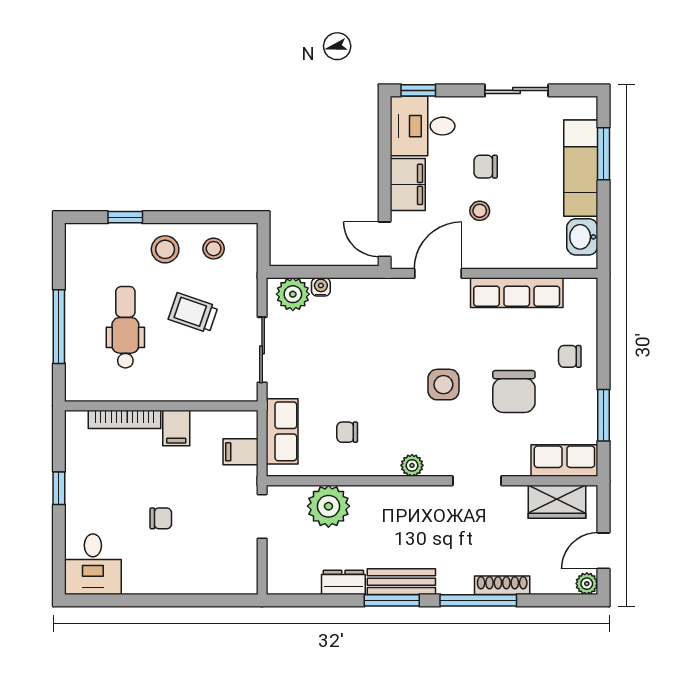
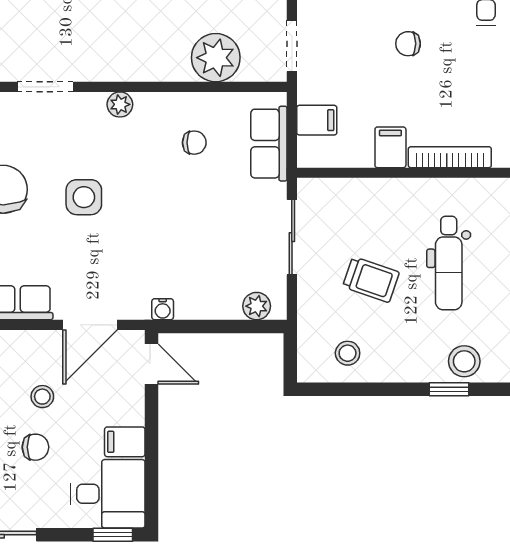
filing cabinet: (408, 184) -> (125, 442), width x0.50
stool: (165, 249) -> (464, 361), moved
water cooler: (321, 287) -> (163, 309), moved
plant: (293, 294) -> (257, 306), width x0.73, depth x0.73

